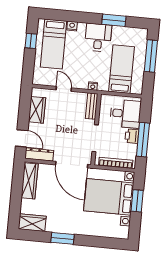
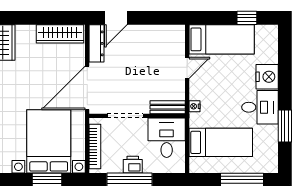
nightstand: (72, 26) -> (267, 77), width x1.89, depth x1.79
bed: (53, 44) -> (222, 39), moved, turned 180
wardrobe: (37, 110) -> (156, 35), removed
desk: (125, 114) -> (167, 138), moved, turned 180

